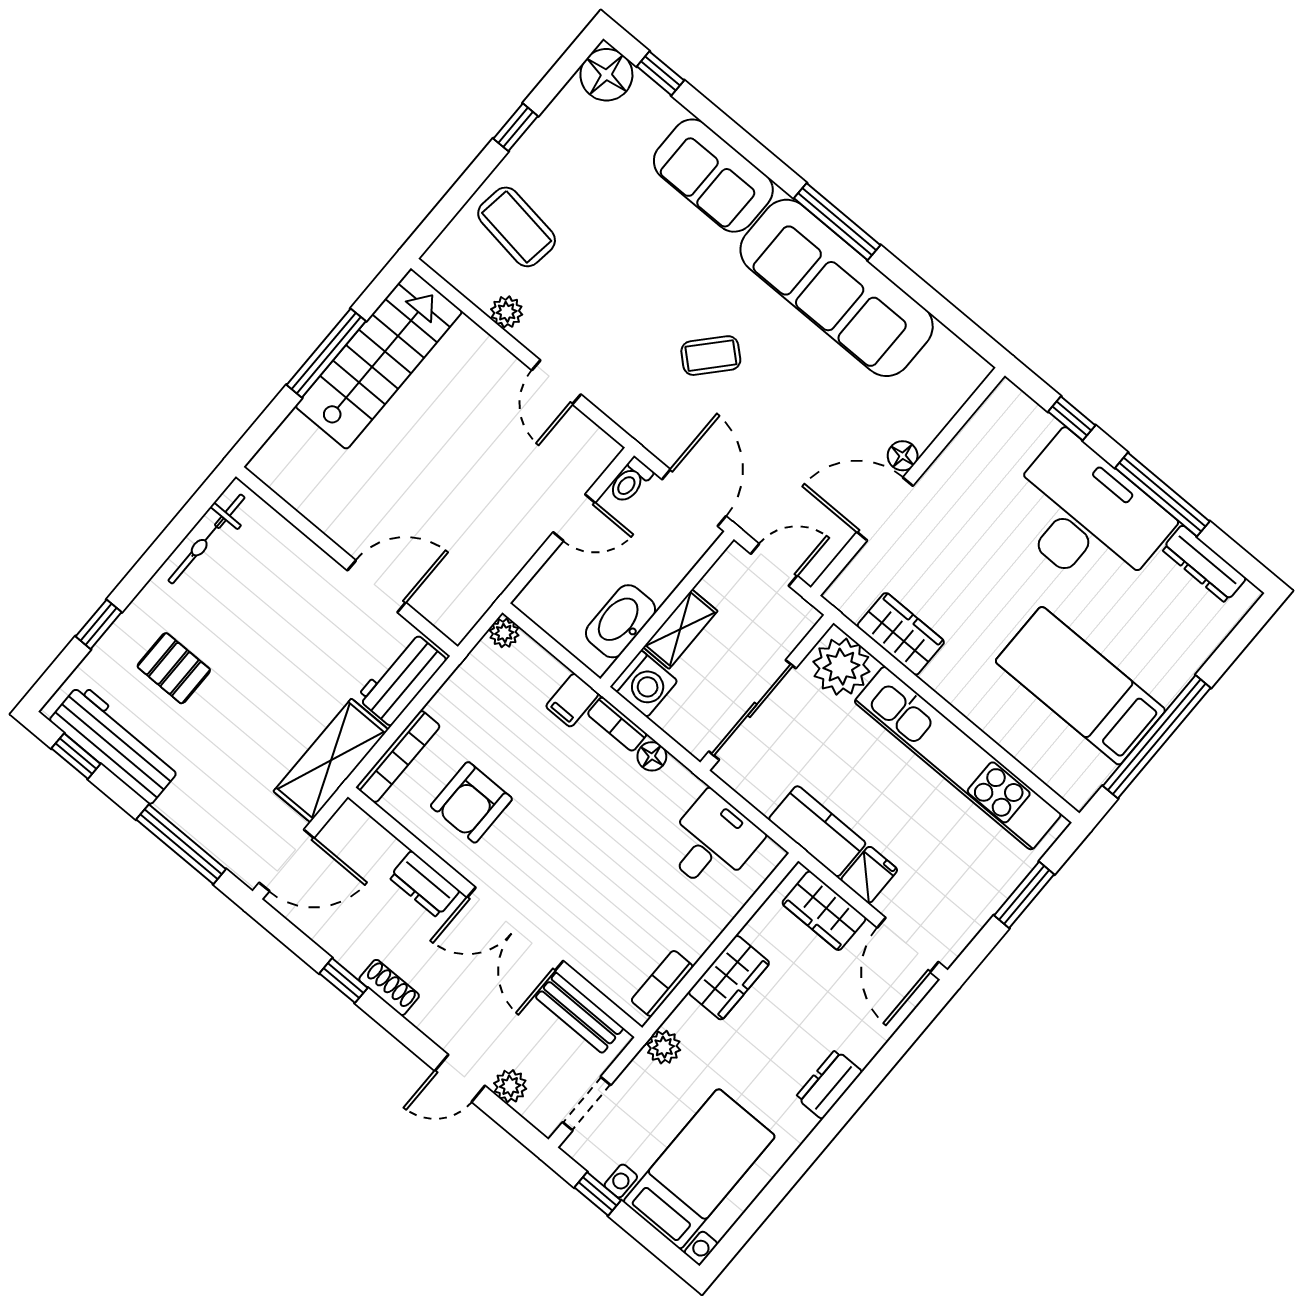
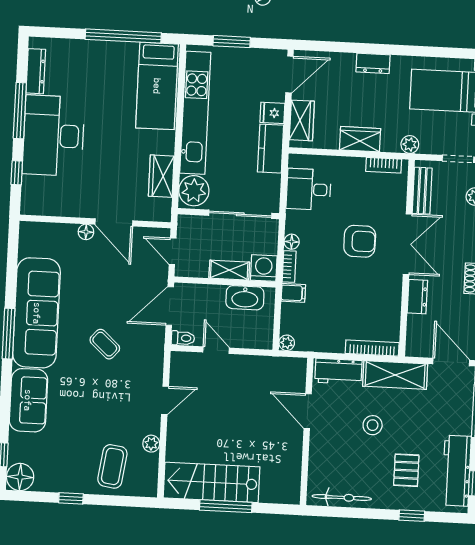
stool: (281, 669) -> (373, 425), added
bed: (1080, 686) -> (157, 86), moved
armchair: (471, 802) -> (360, 241), moved

